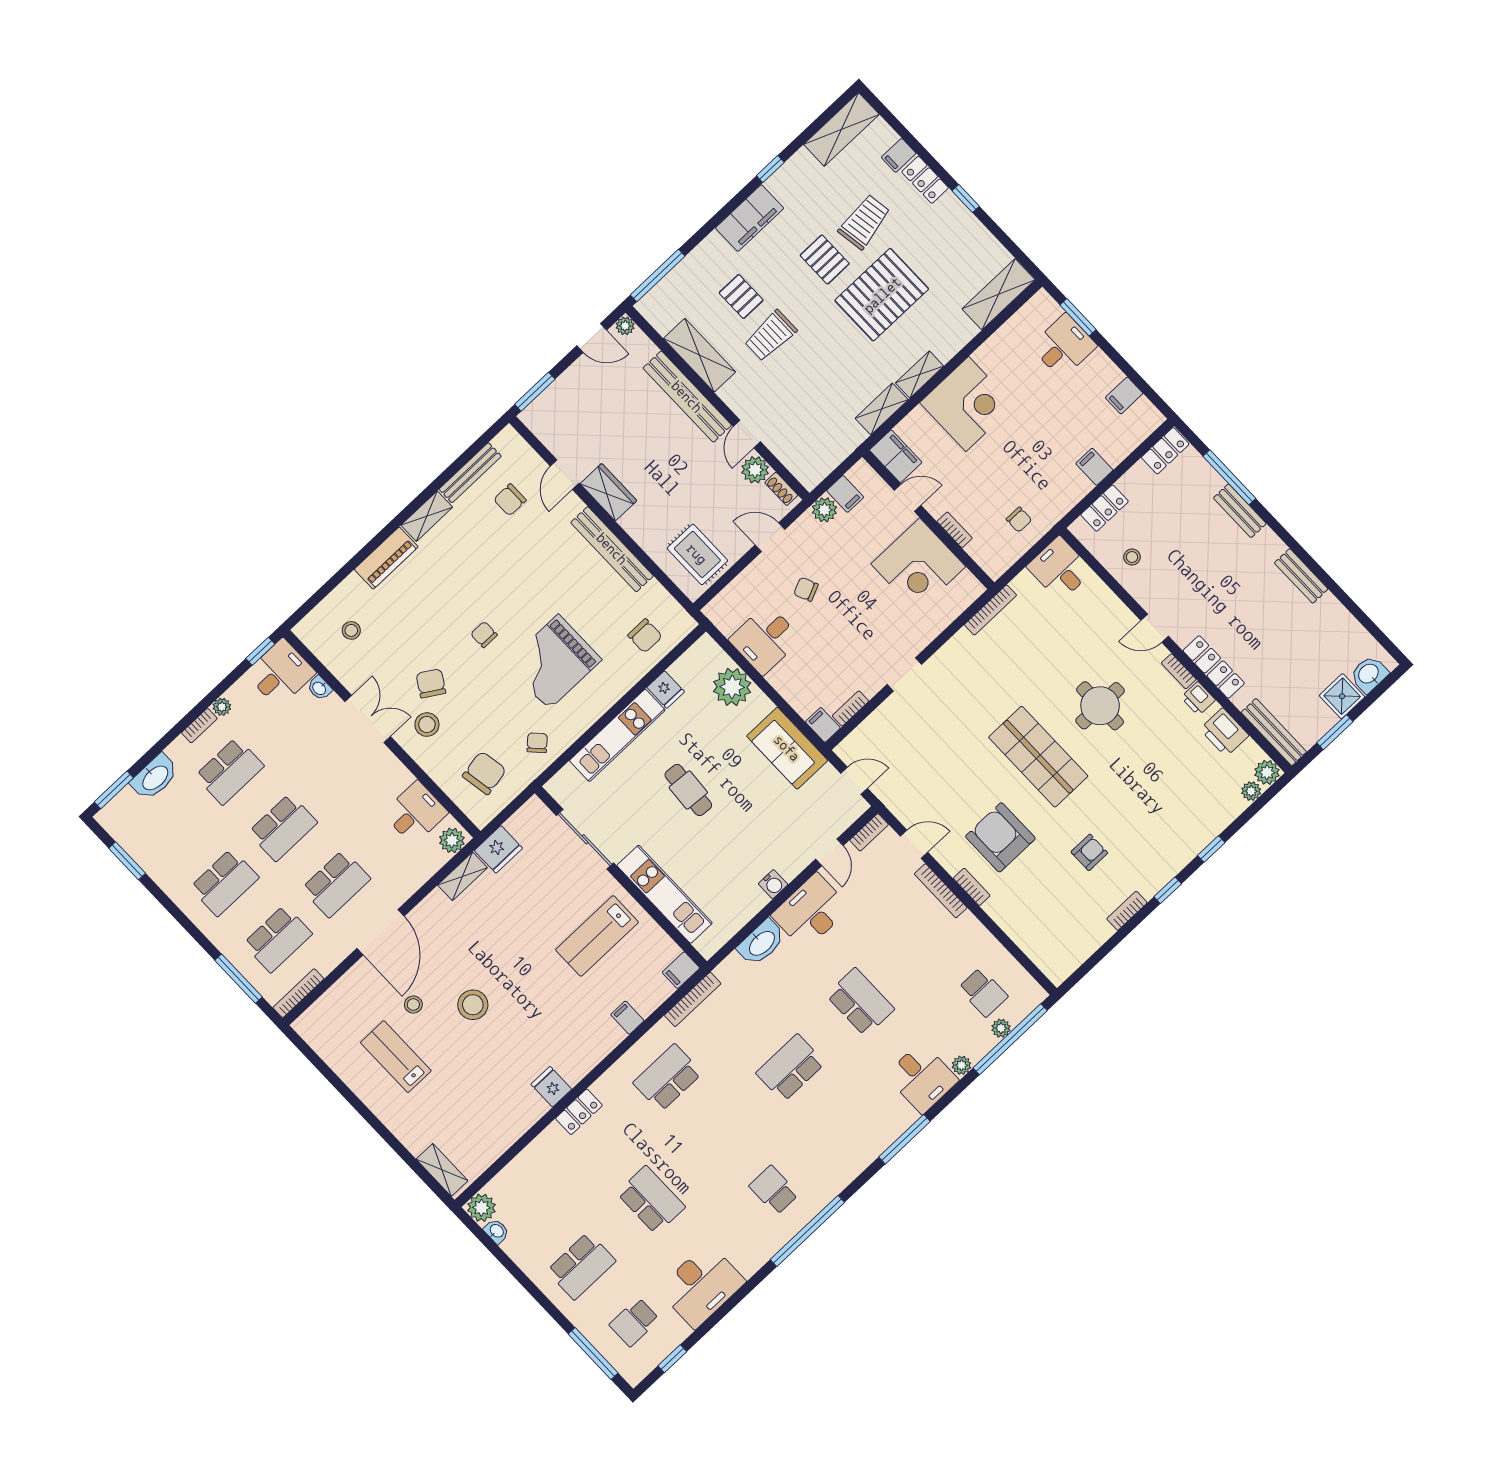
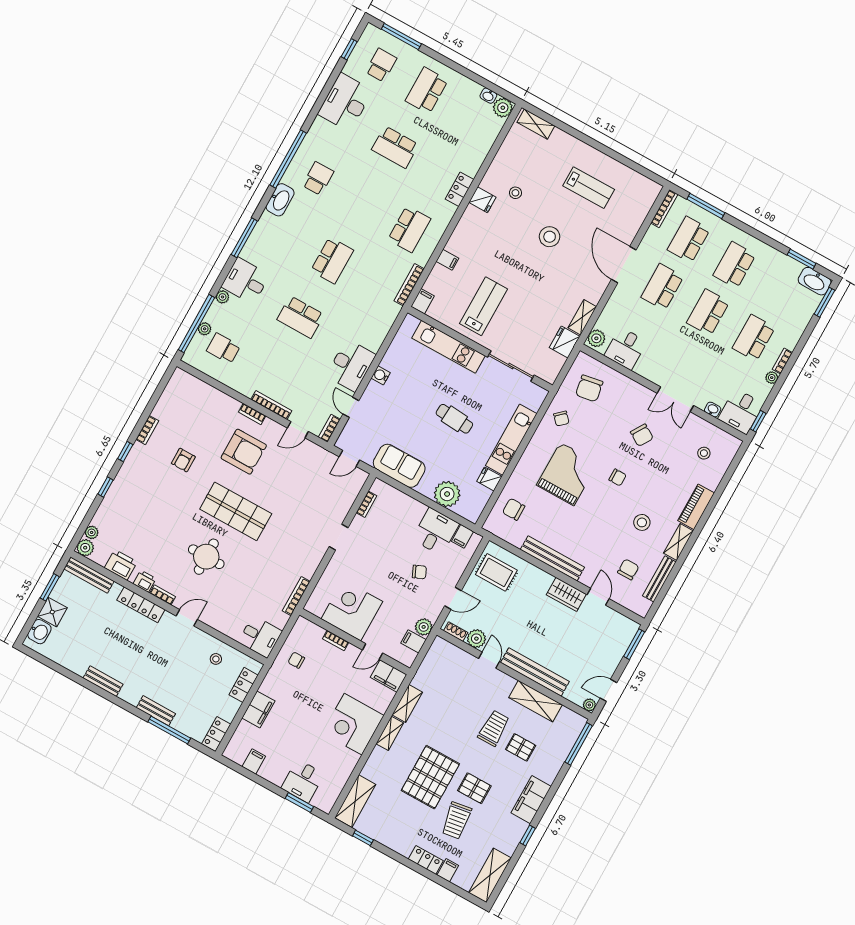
window: (966, 198) -> (363, 838), moved
filing cabinet: (1094, 467) -> (258, 709), width x2.00
stool: (427, 725) -> (642, 522), moved
filing cabinet: (823, 725) -> (463, 536), moved, turned 90
washbasin: (155, 777) -> (815, 281), moved, turned -90
washbasin: (761, 943) -> (280, 200), moved, turned 180
stool: (413, 1005) -> (515, 193), moved
school desk: (774, 1190) -> (318, 178), turned -90

